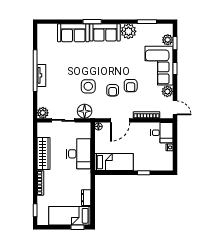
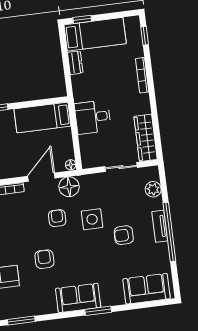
plant: (128, 31) -> (45, 304), removed
sofa: (73, 33) -> (147, 289), moved
armchair: (67, 72) -> (124, 235), added
armchair: (131, 86) -> (44, 259), moved
floor lamp: (85, 111) -> (69, 187), moved
plant: (43, 113) -> (153, 189), moved
wardrobe: (43, 153) -> (146, 138), moved
desk: (79, 154) -> (93, 117), width x0.73

